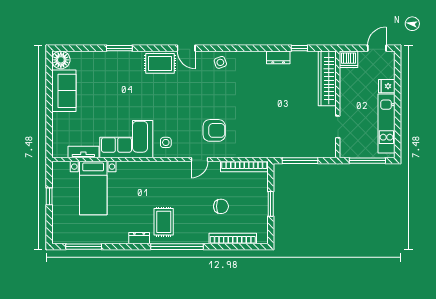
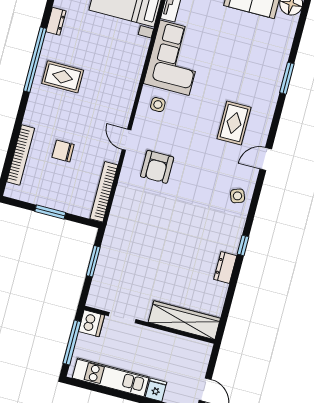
window: (299, 48) -> (243, 245), moved
dishwasher: (349, 59) -> (91, 323), moved, turned 180
rug: (160, 63) -> (234, 123), moved
window: (300, 161) -> (93, 261), width x0.69
chair: (221, 206) -> (63, 151), turned 90
dresser: (139, 238) -> (56, 21), moved
window: (177, 247) -> (35, 60), moved

